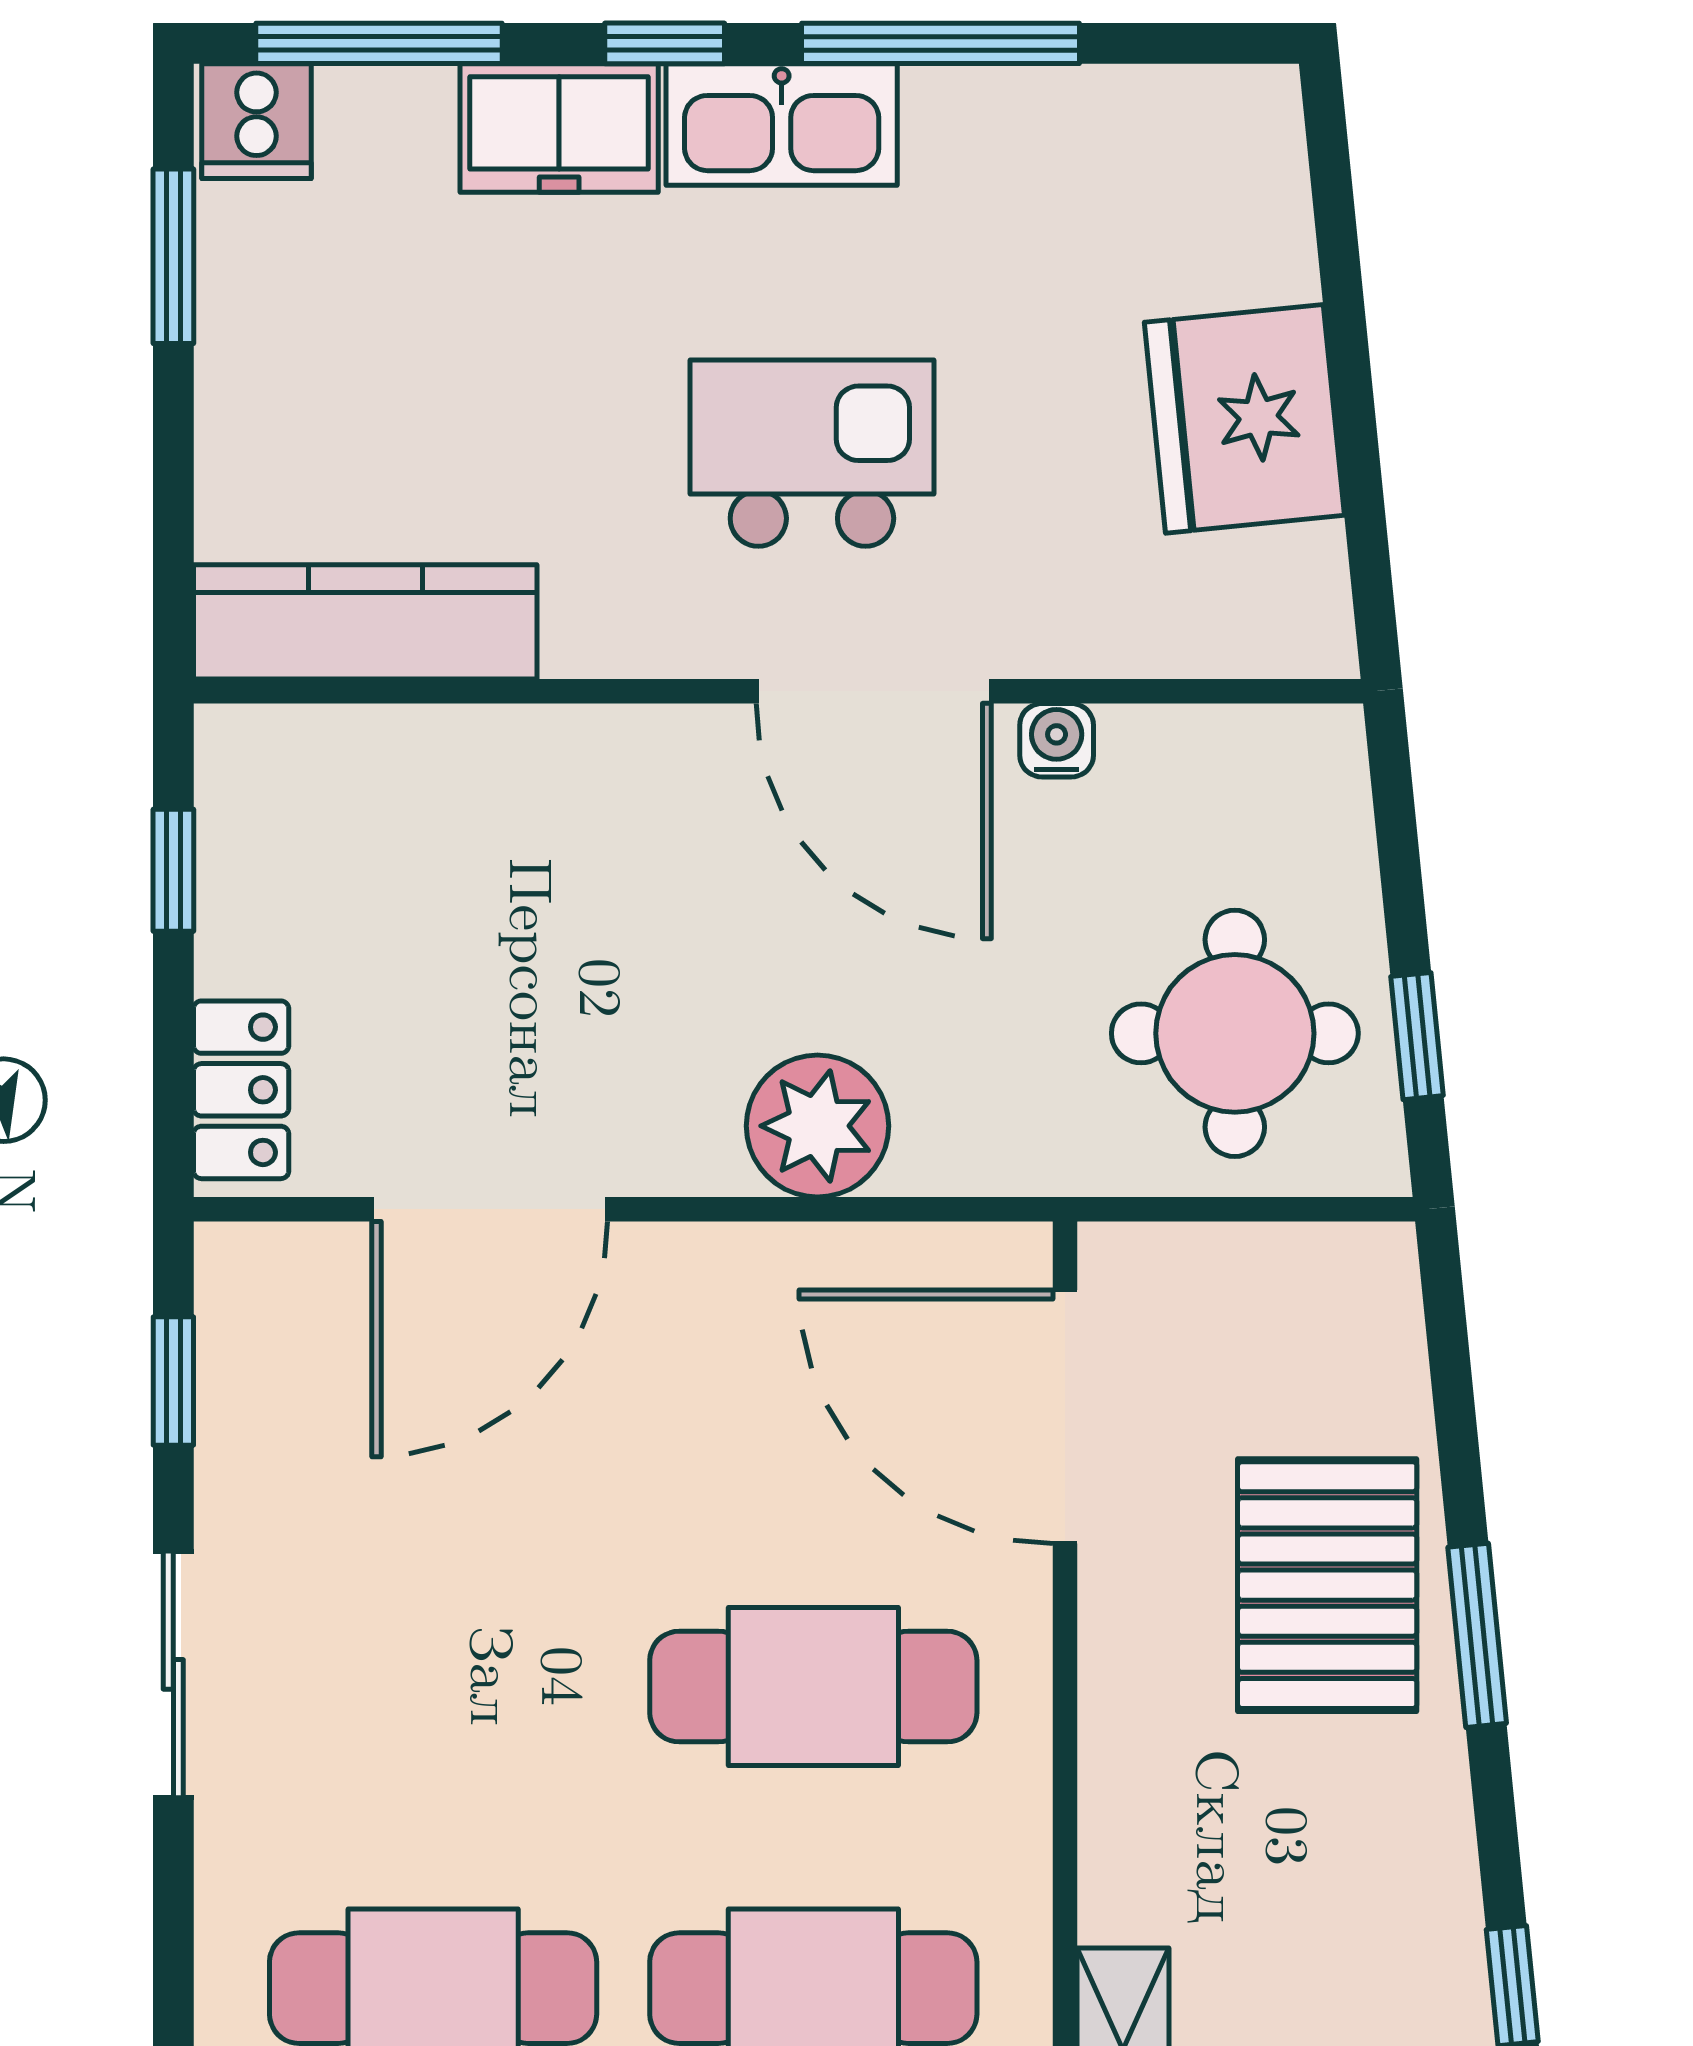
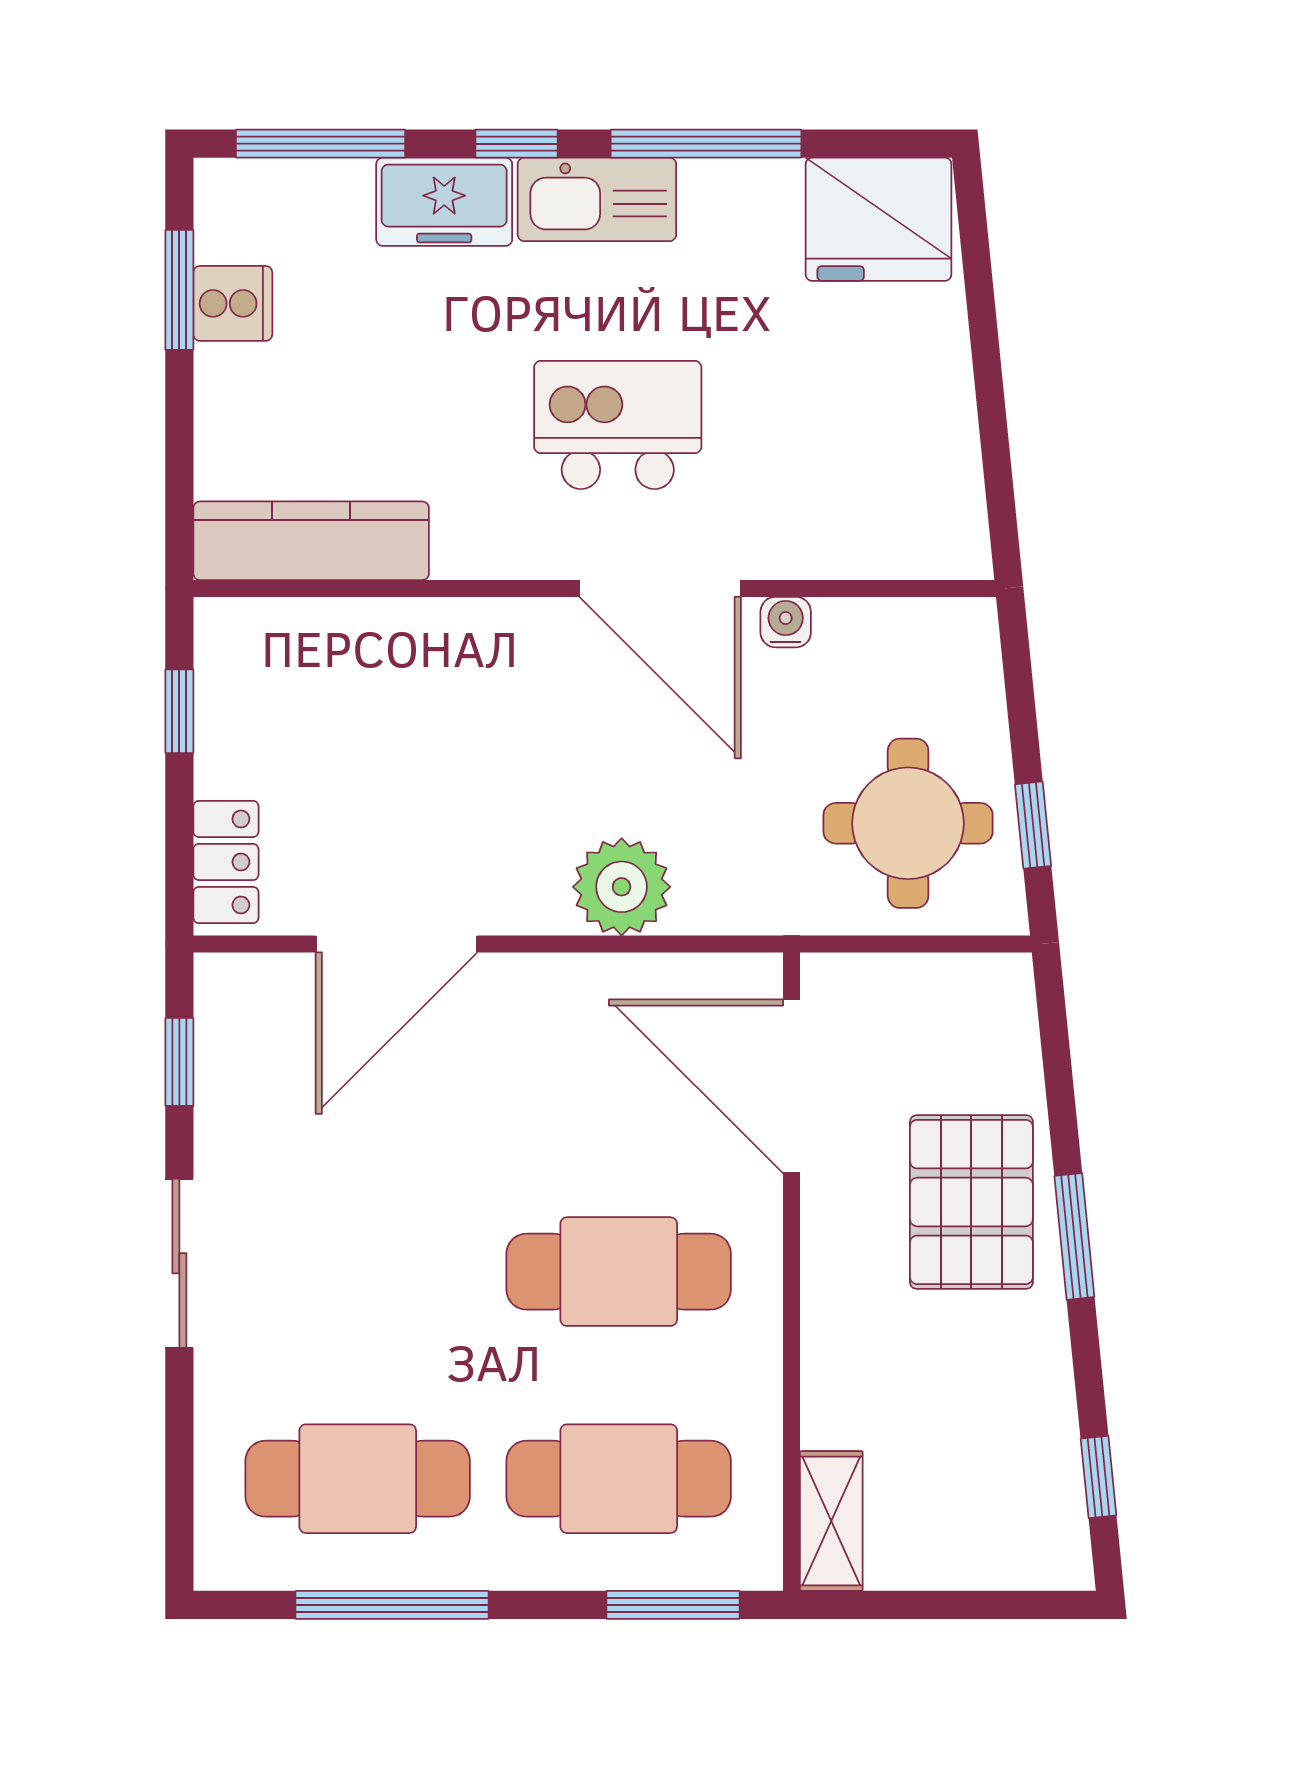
cooker: (256, 121) -> (233, 303), moved, turned -90
fridge: (1244, 419) -> (878, 219), moved, turned -84

